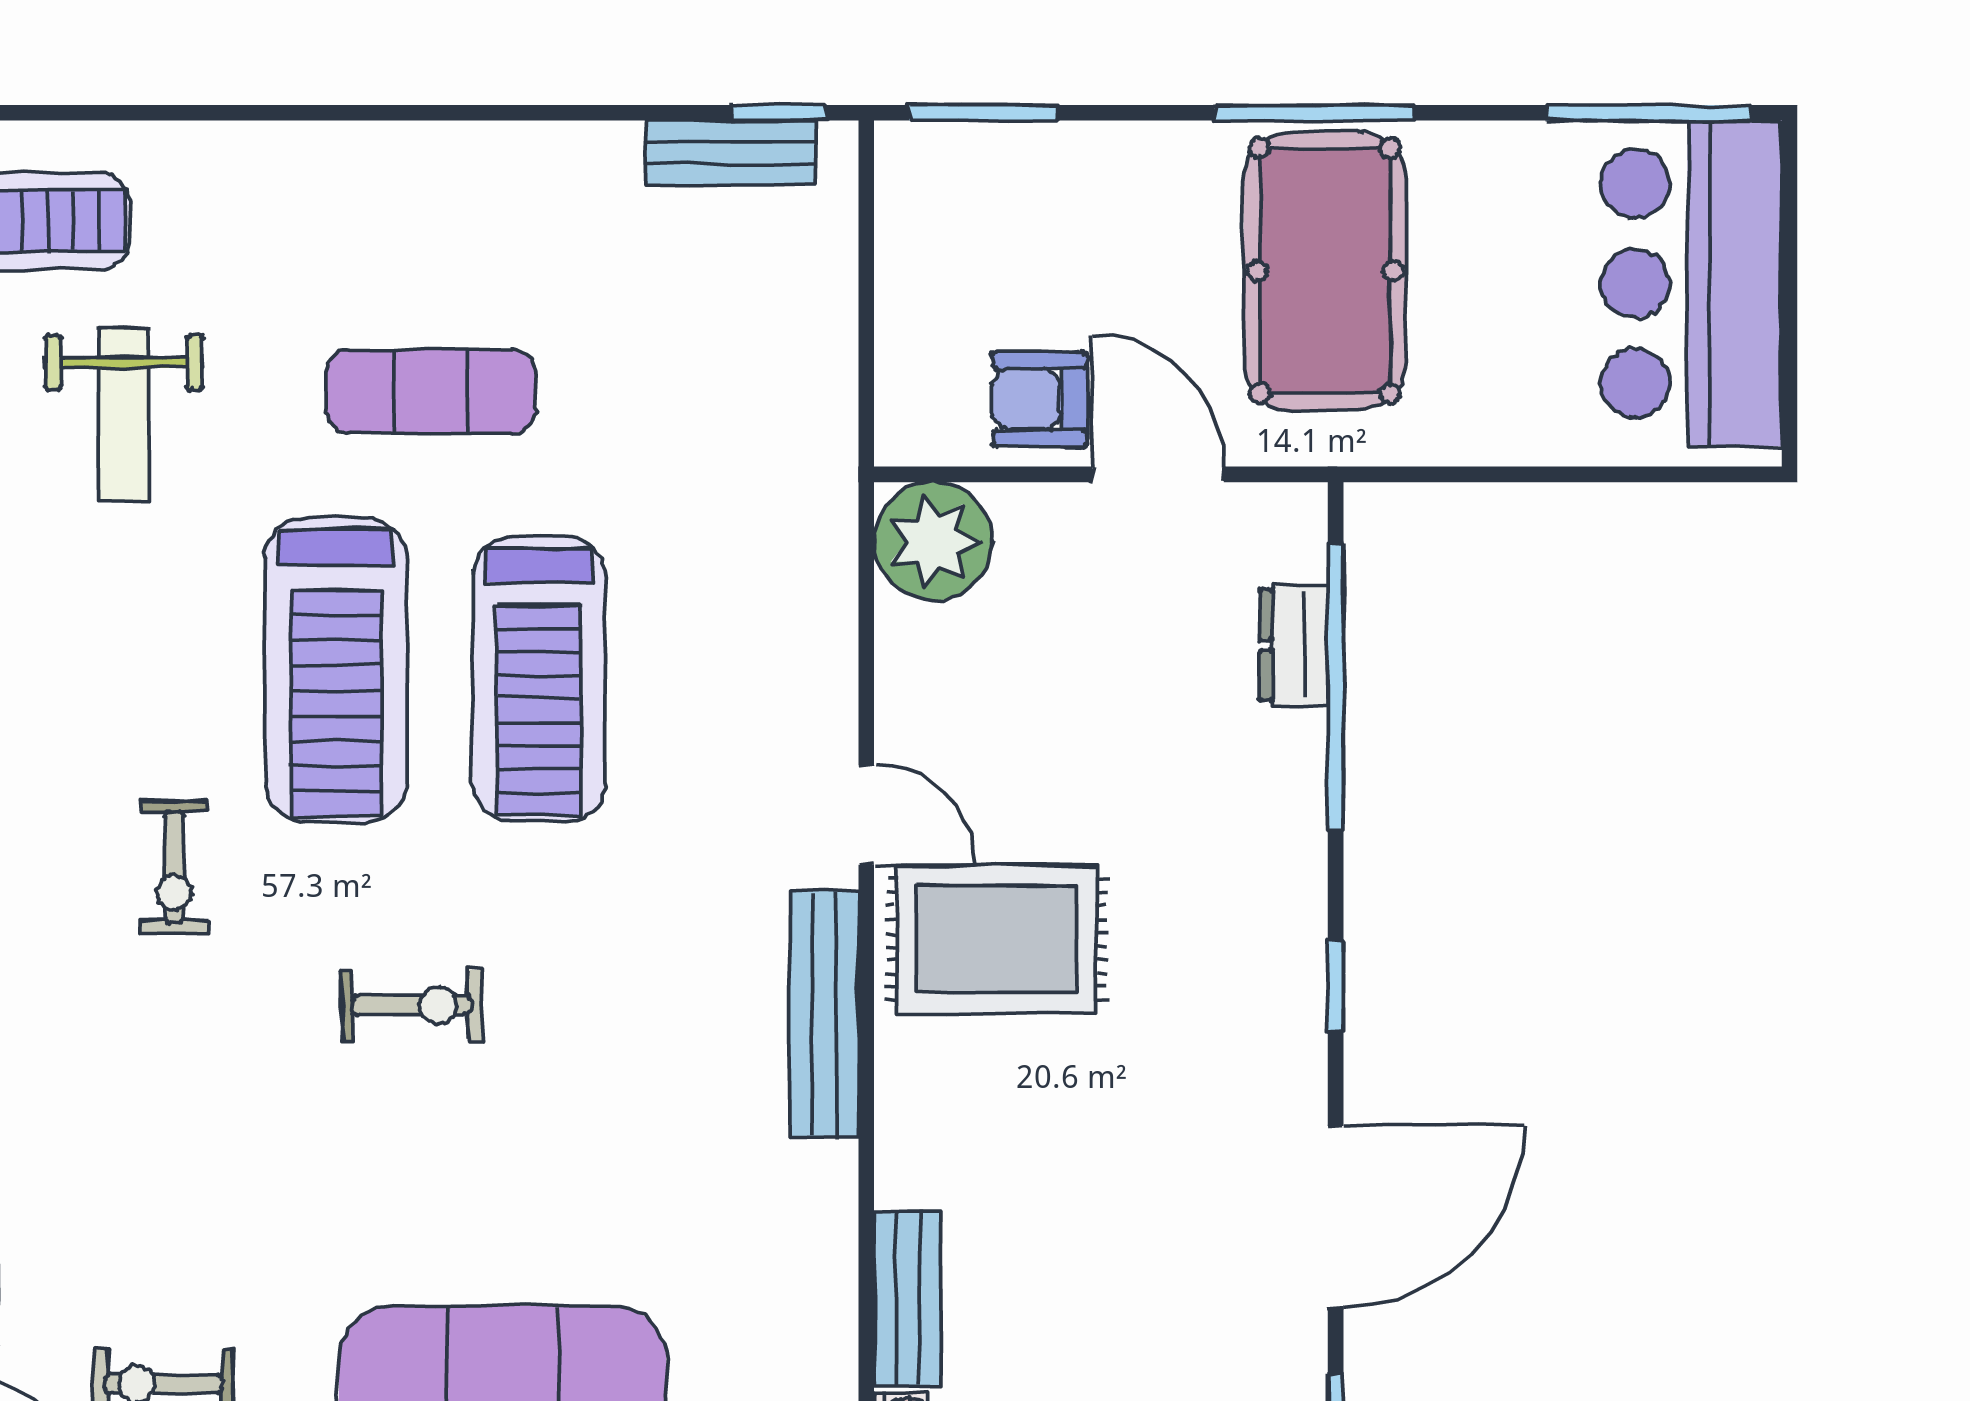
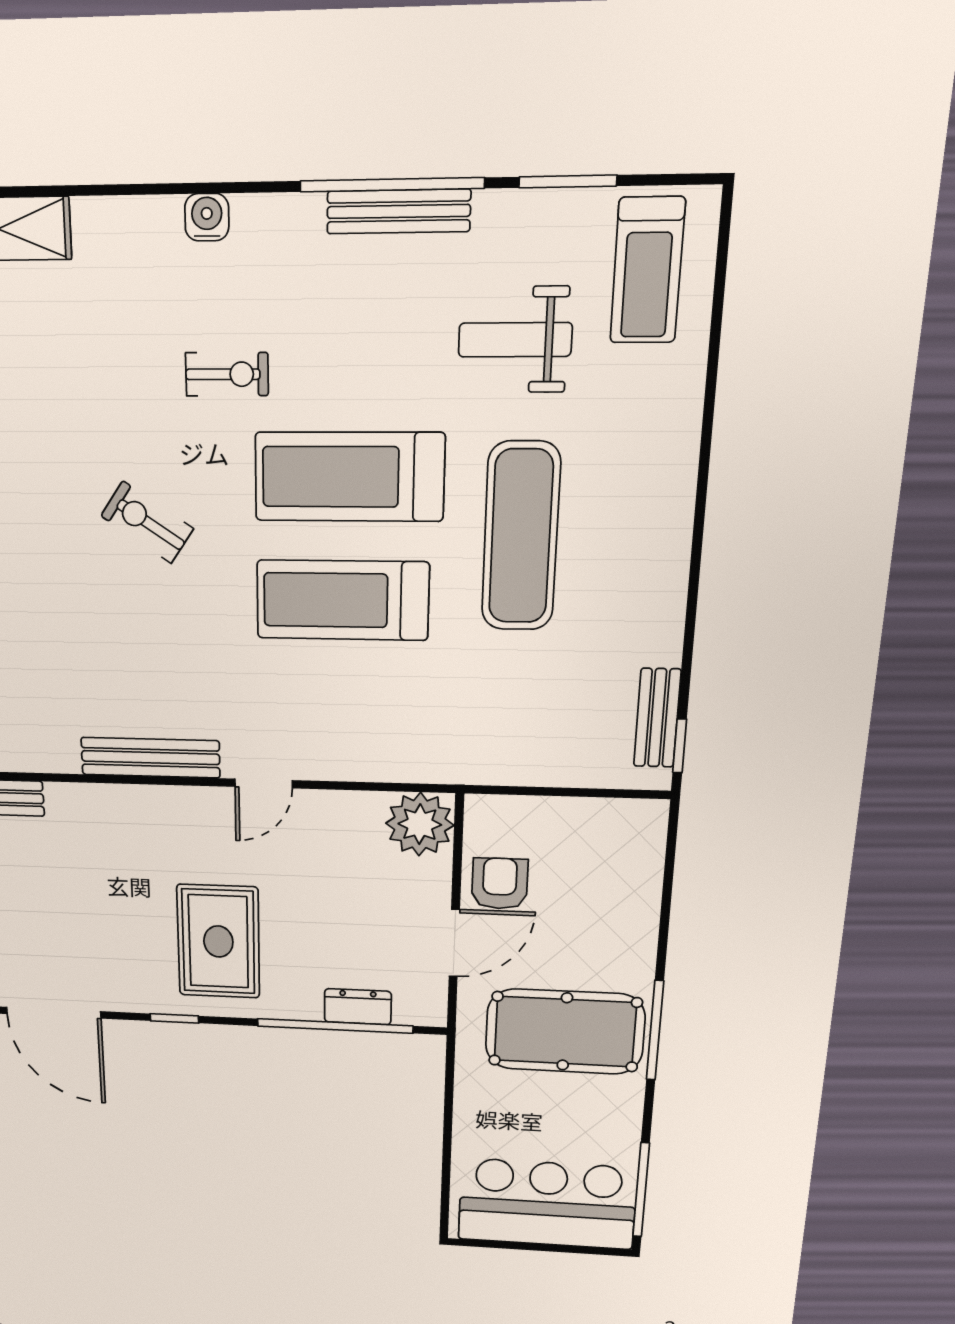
window: (983, 113) -> (670, 859), removed
exercise mat: (431, 391) -> (521, 537), width x1.36, depth x1.45
exercise bike: (174, 867) -> (227, 374), turned 180
rug: (997, 939) -> (218, 941), moved
exercise bike: (412, 1005) -> (147, 522), turned 124

